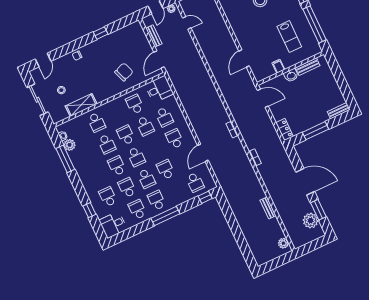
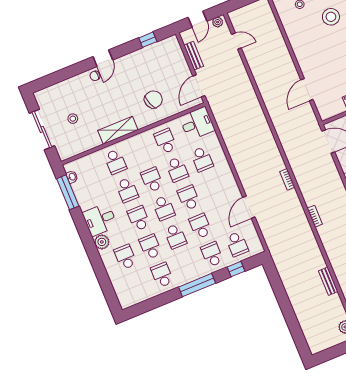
window: (101, 33) -> (148, 40), moved
door: (43, 60) -> (103, 58), moved
shelving: (81, 105) -> (118, 130), moved
school desk: (175, 139) -> (189, 198), moved
plant: (70, 145) -> (102, 242), moved
window: (65, 159) -> (68, 192), moved
window: (205, 197) -> (236, 269), moved
school desk: (157, 200) -> (212, 254), moved
window: (89, 210) -> (101, 273), removed
desk: (113, 225) -> (100, 219), moved

